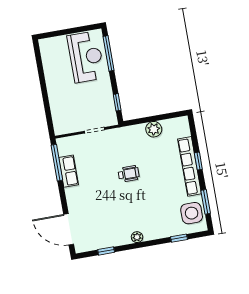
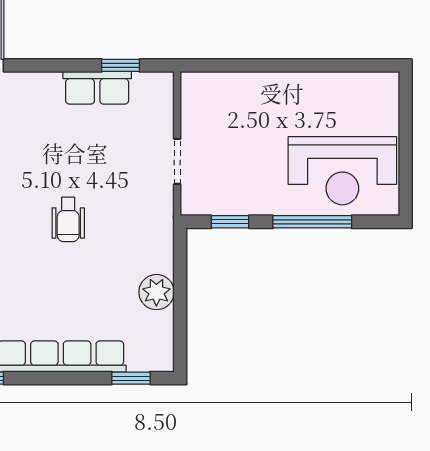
window: (108, 53) -> (312, 222), moved
window: (198, 161) -> (131, 378), moved
window: (57, 163) -> (121, 65), width x0.46

